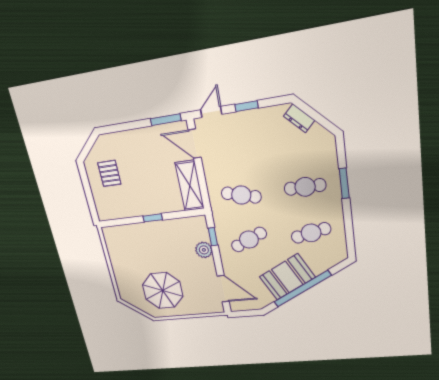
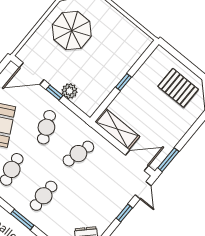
pallet: (109, 173) -> (178, 88), width x1.50, depth x1.42
window: (213, 237) -> (55, 93), moved

